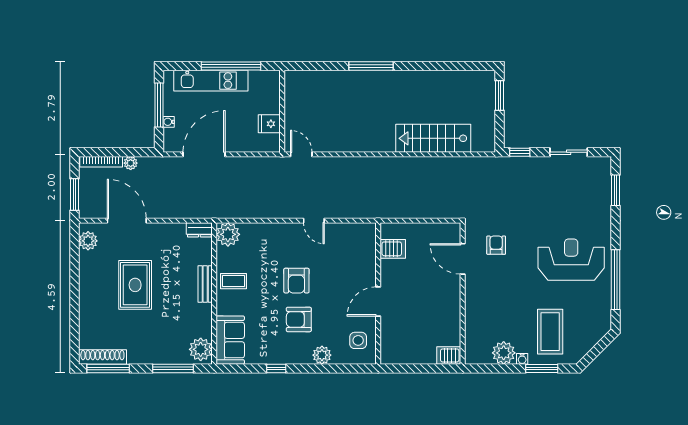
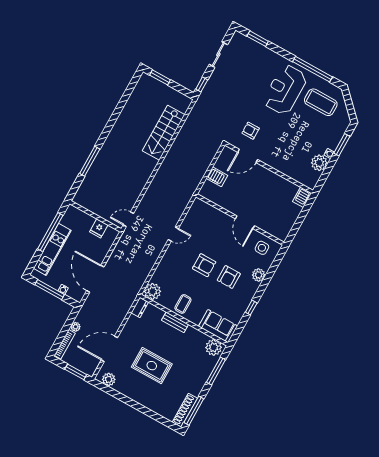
window: (371, 66) -> (90, 161), moved
server rack: (393, 249) -> (217, 177), moved, turned 90
coffee table: (550, 332) -> (321, 102), moved

